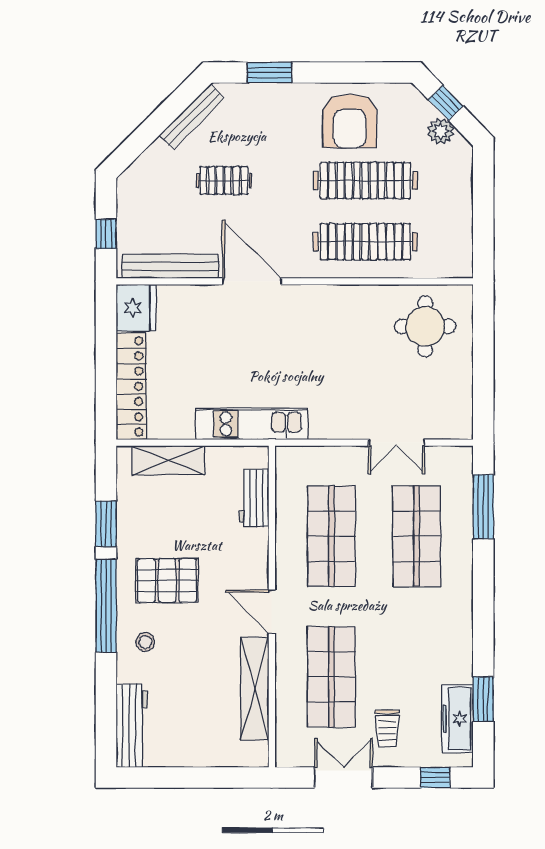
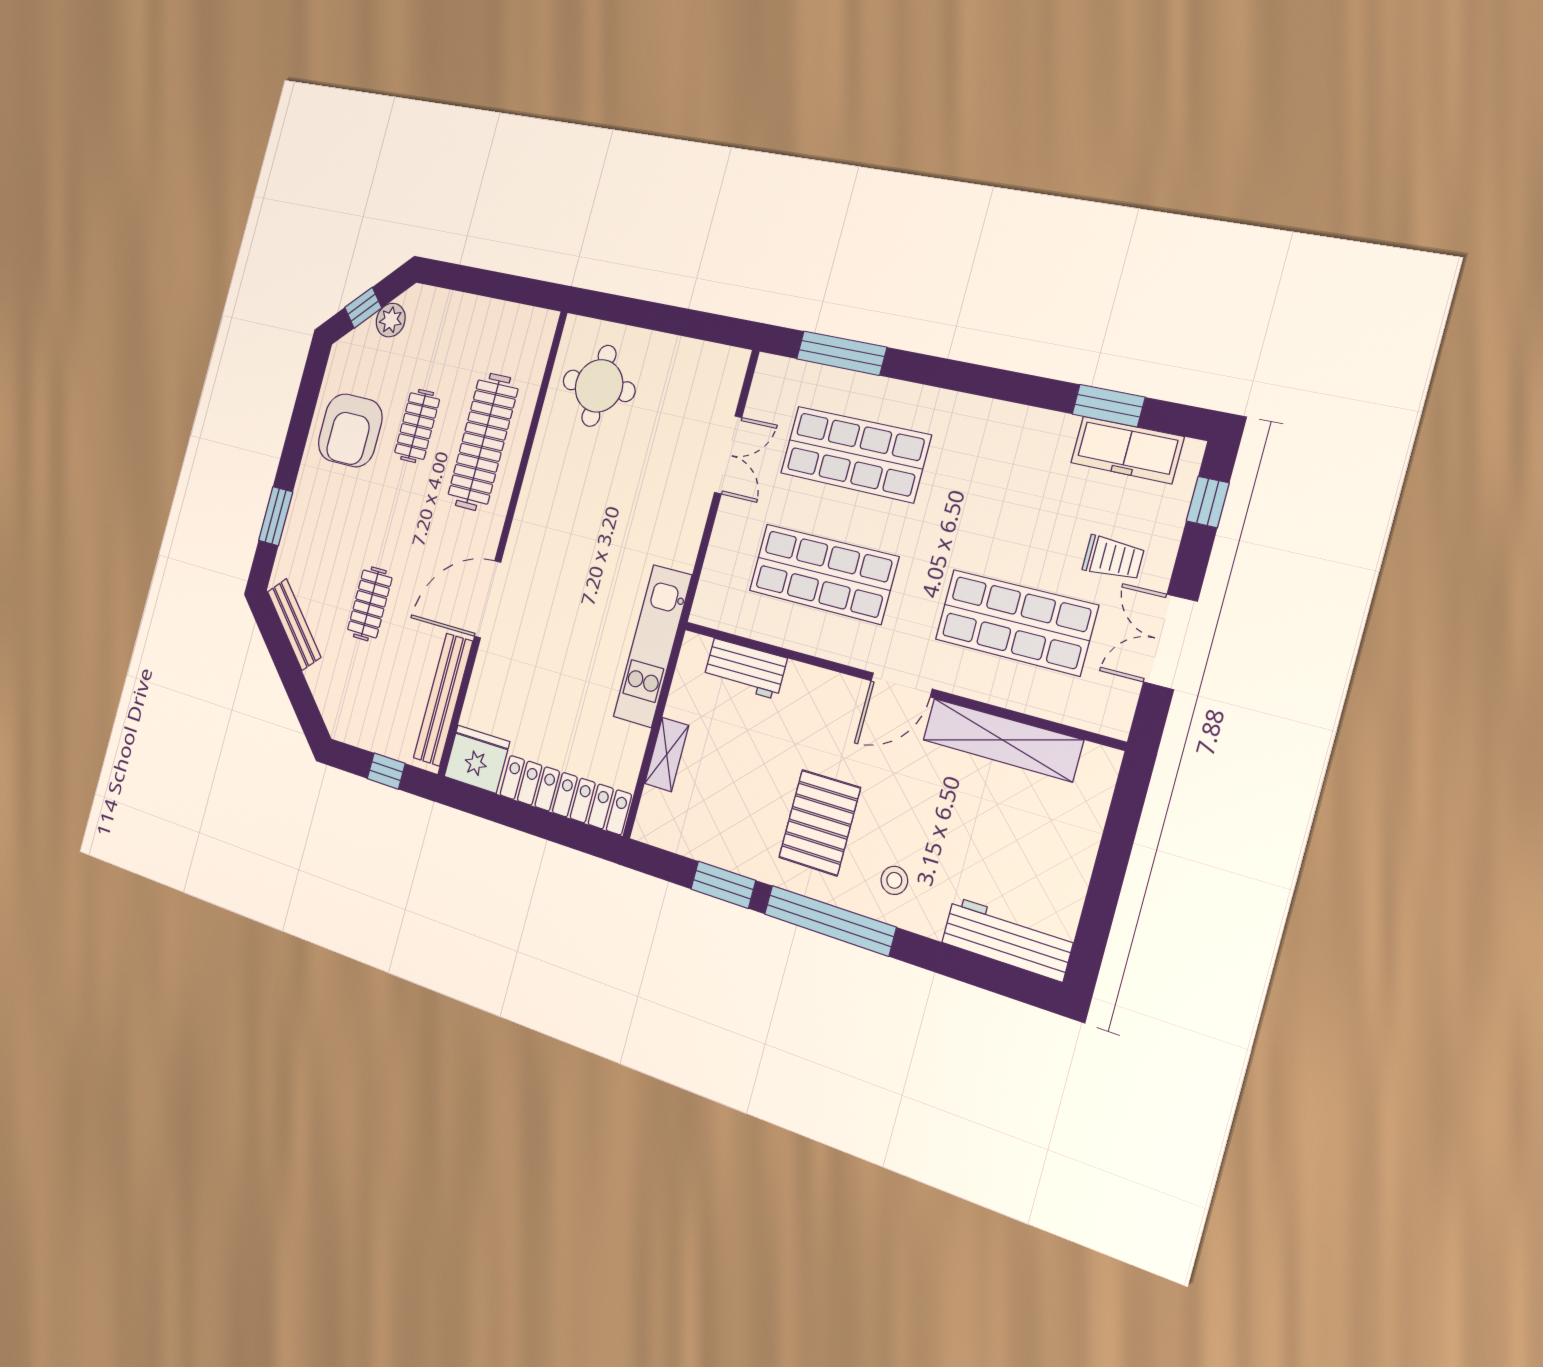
armchair: (350, 121) -> (350, 430), turned 90
clothes rail: (365, 180) -> (417, 426), width x0.54, depth x0.76
shelving: (169, 460) -> (667, 755), width x0.67, depth x0.75

